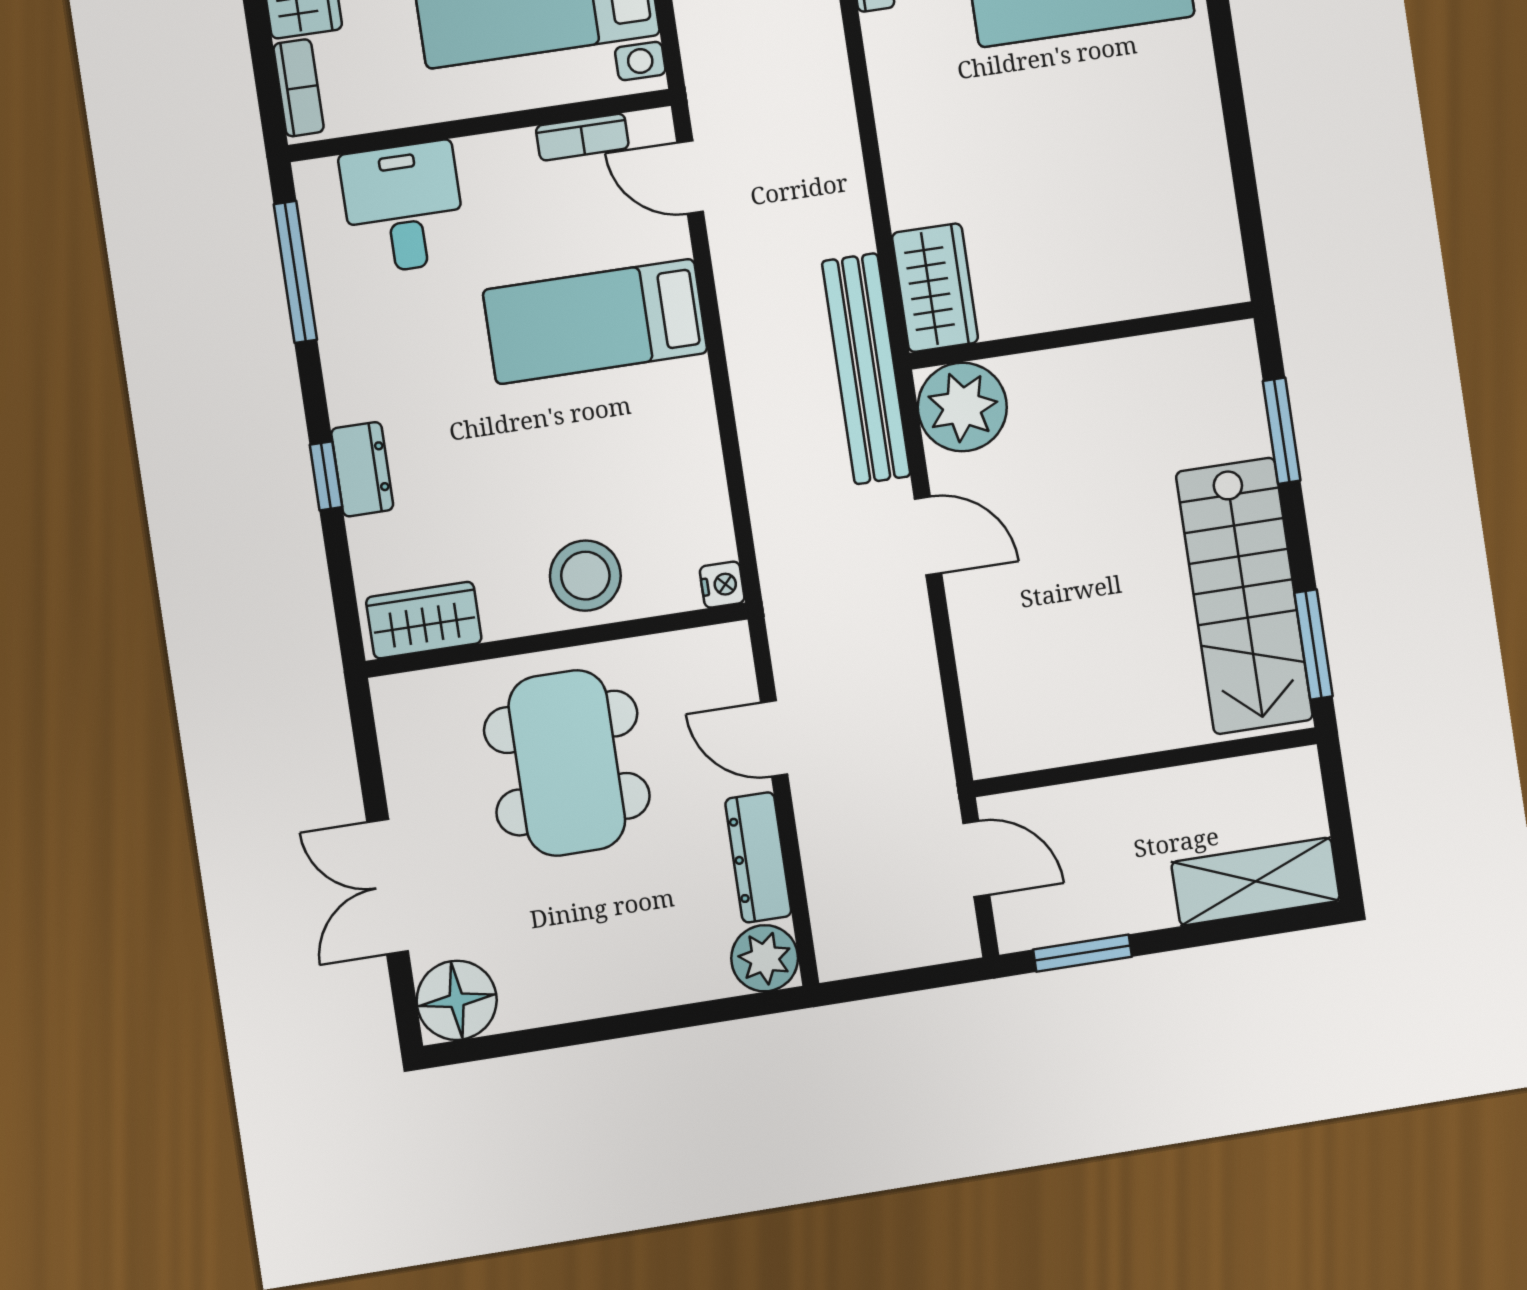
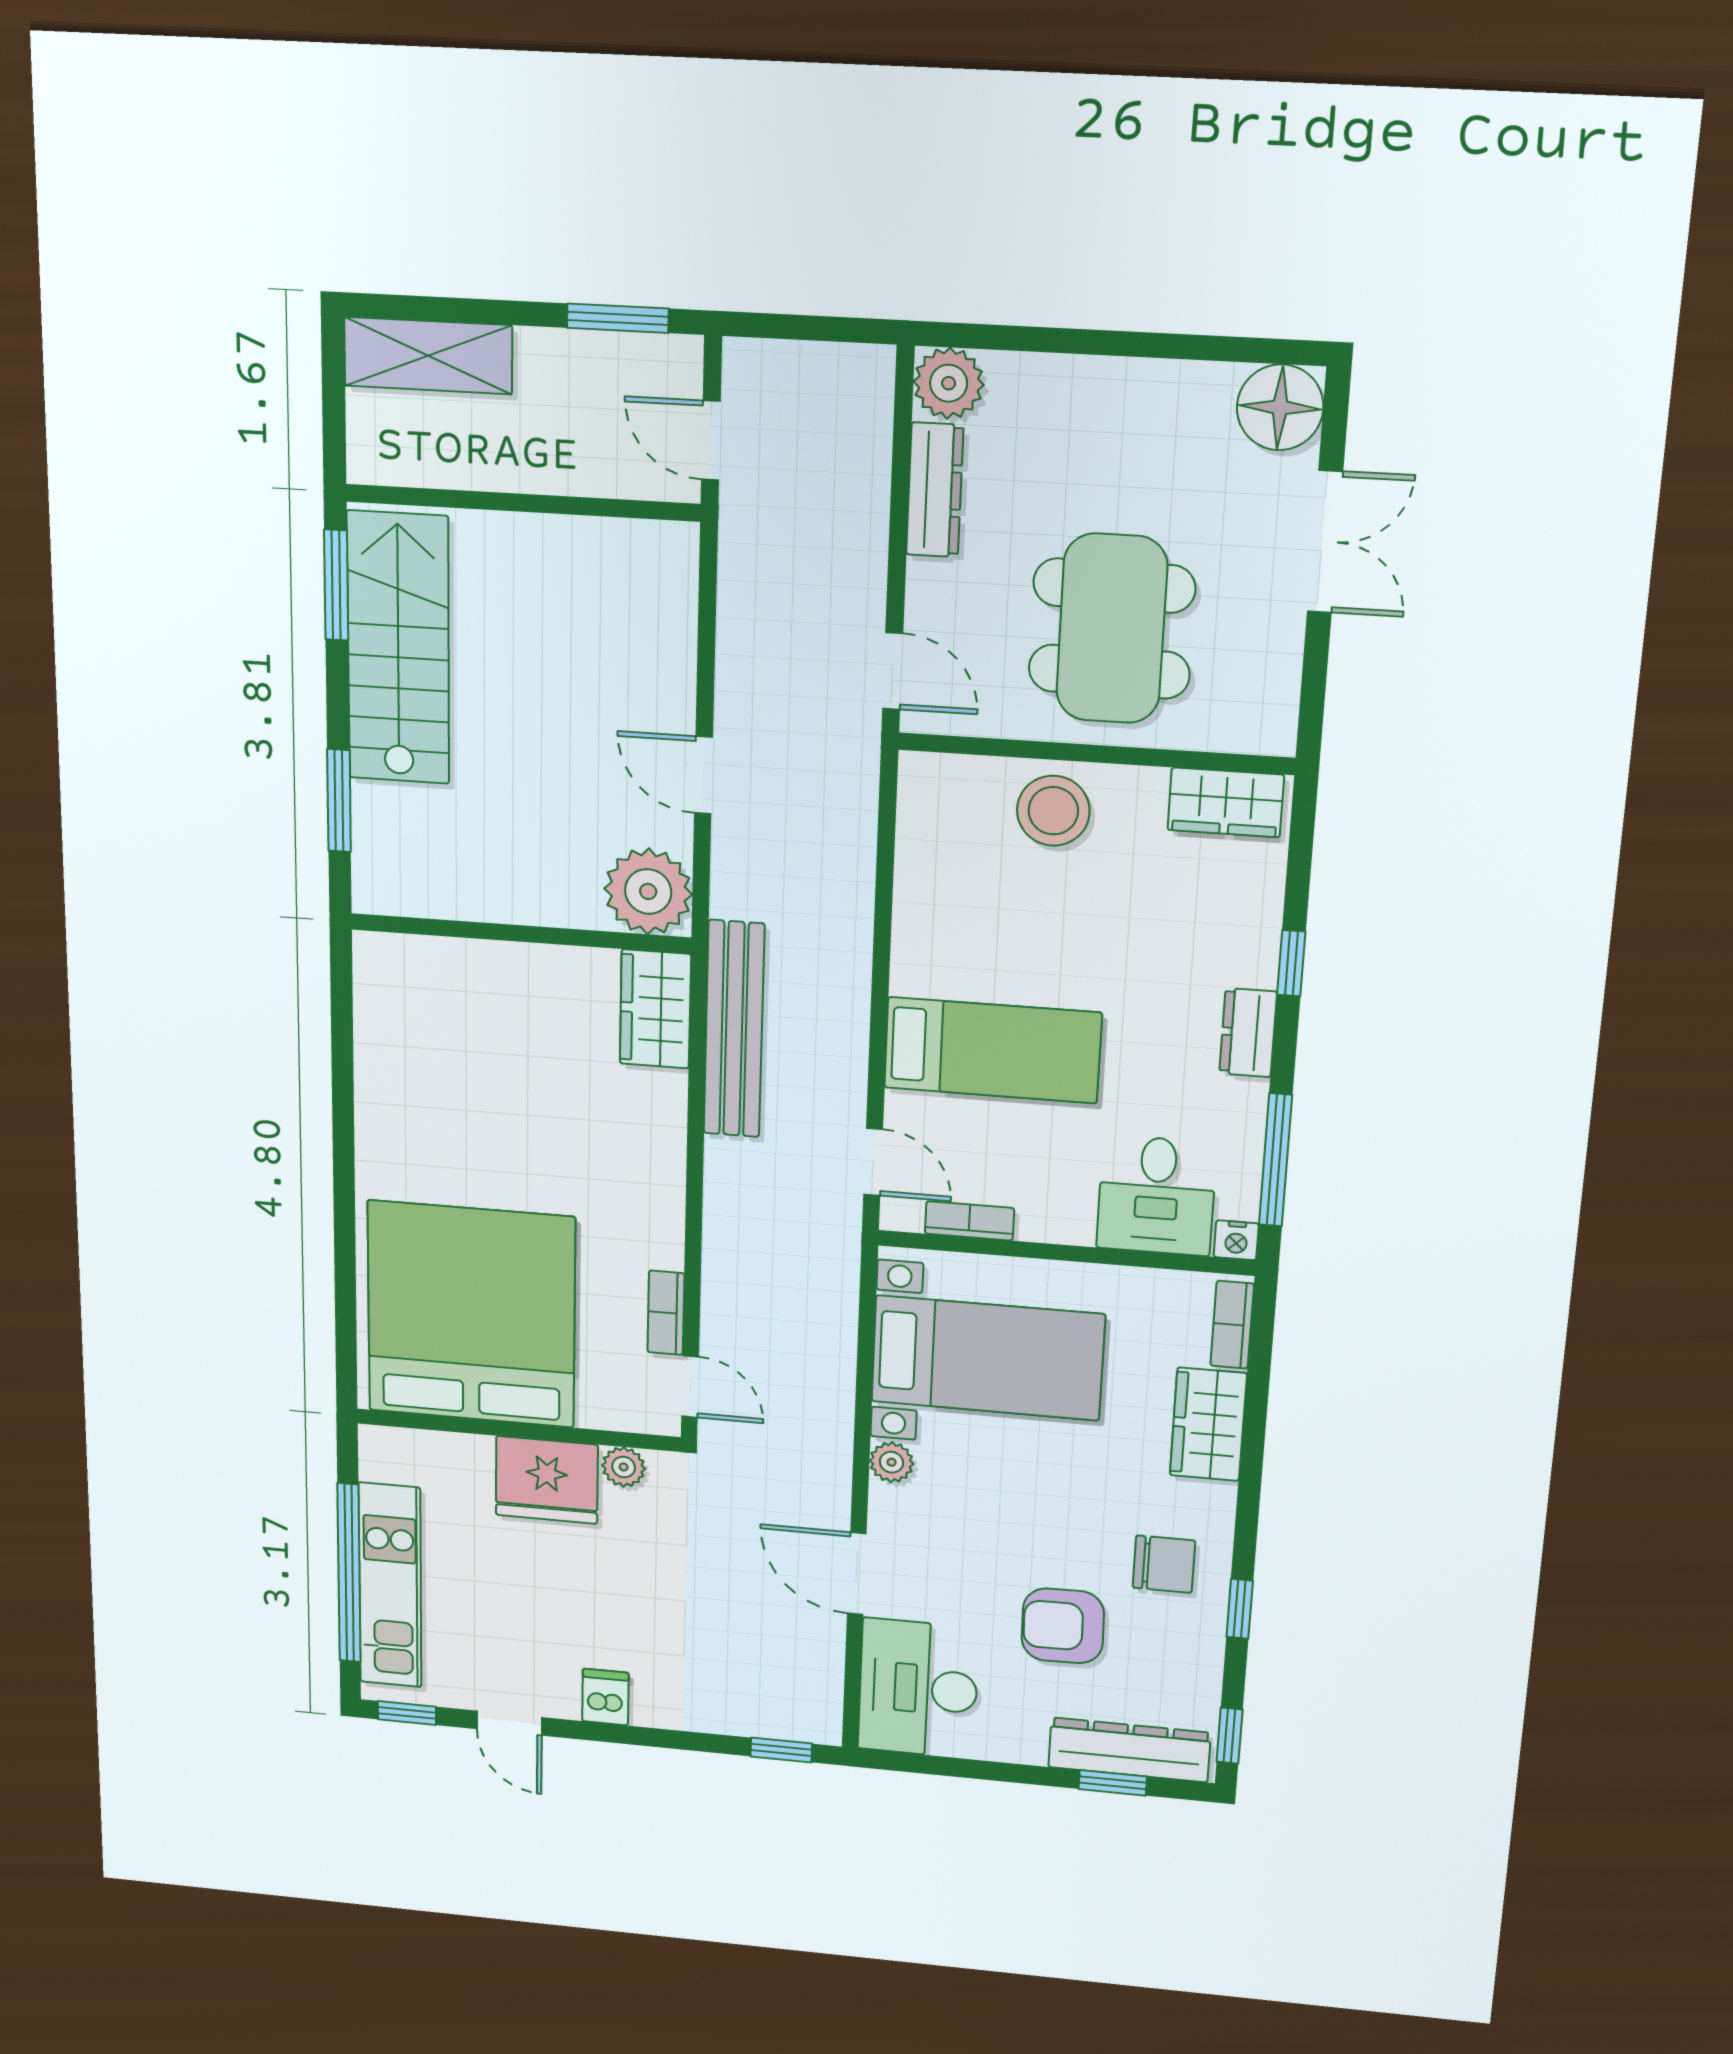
bench: (866, 369) -> (734, 1029), moved
dresser: (362, 469) -> (1248, 1033), moved
nightstand: (722, 585) -> (1236, 1240), moved, turned -90
door: (774, 739) -> (893, 671), moved

